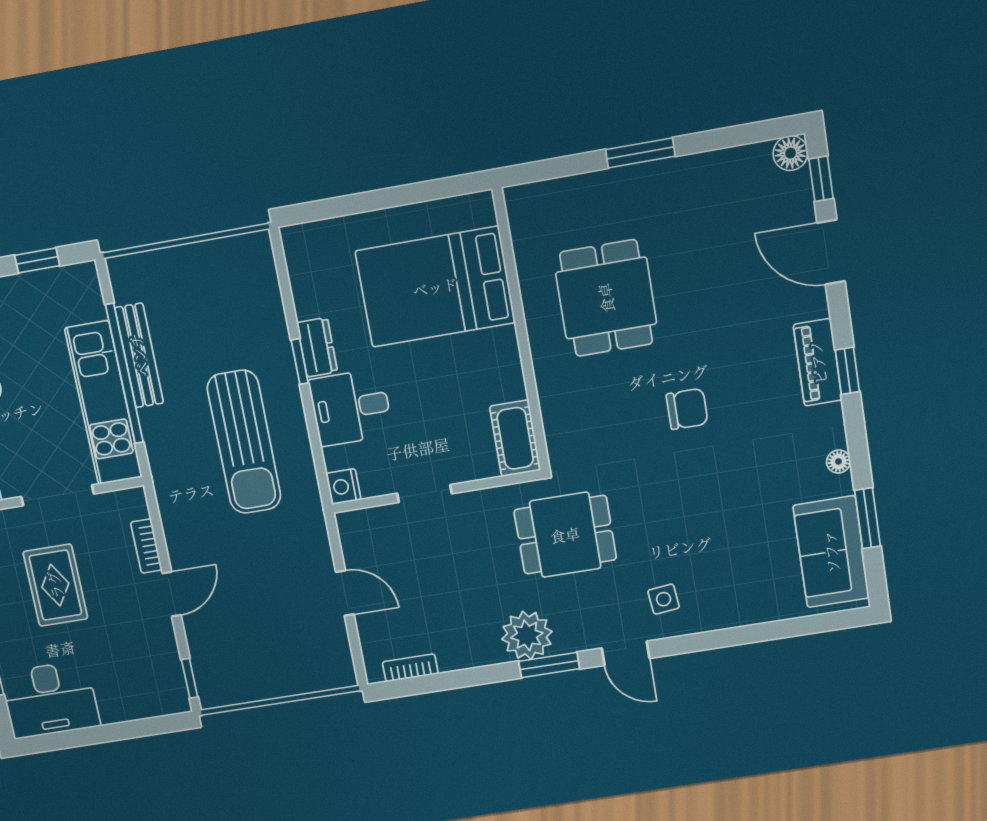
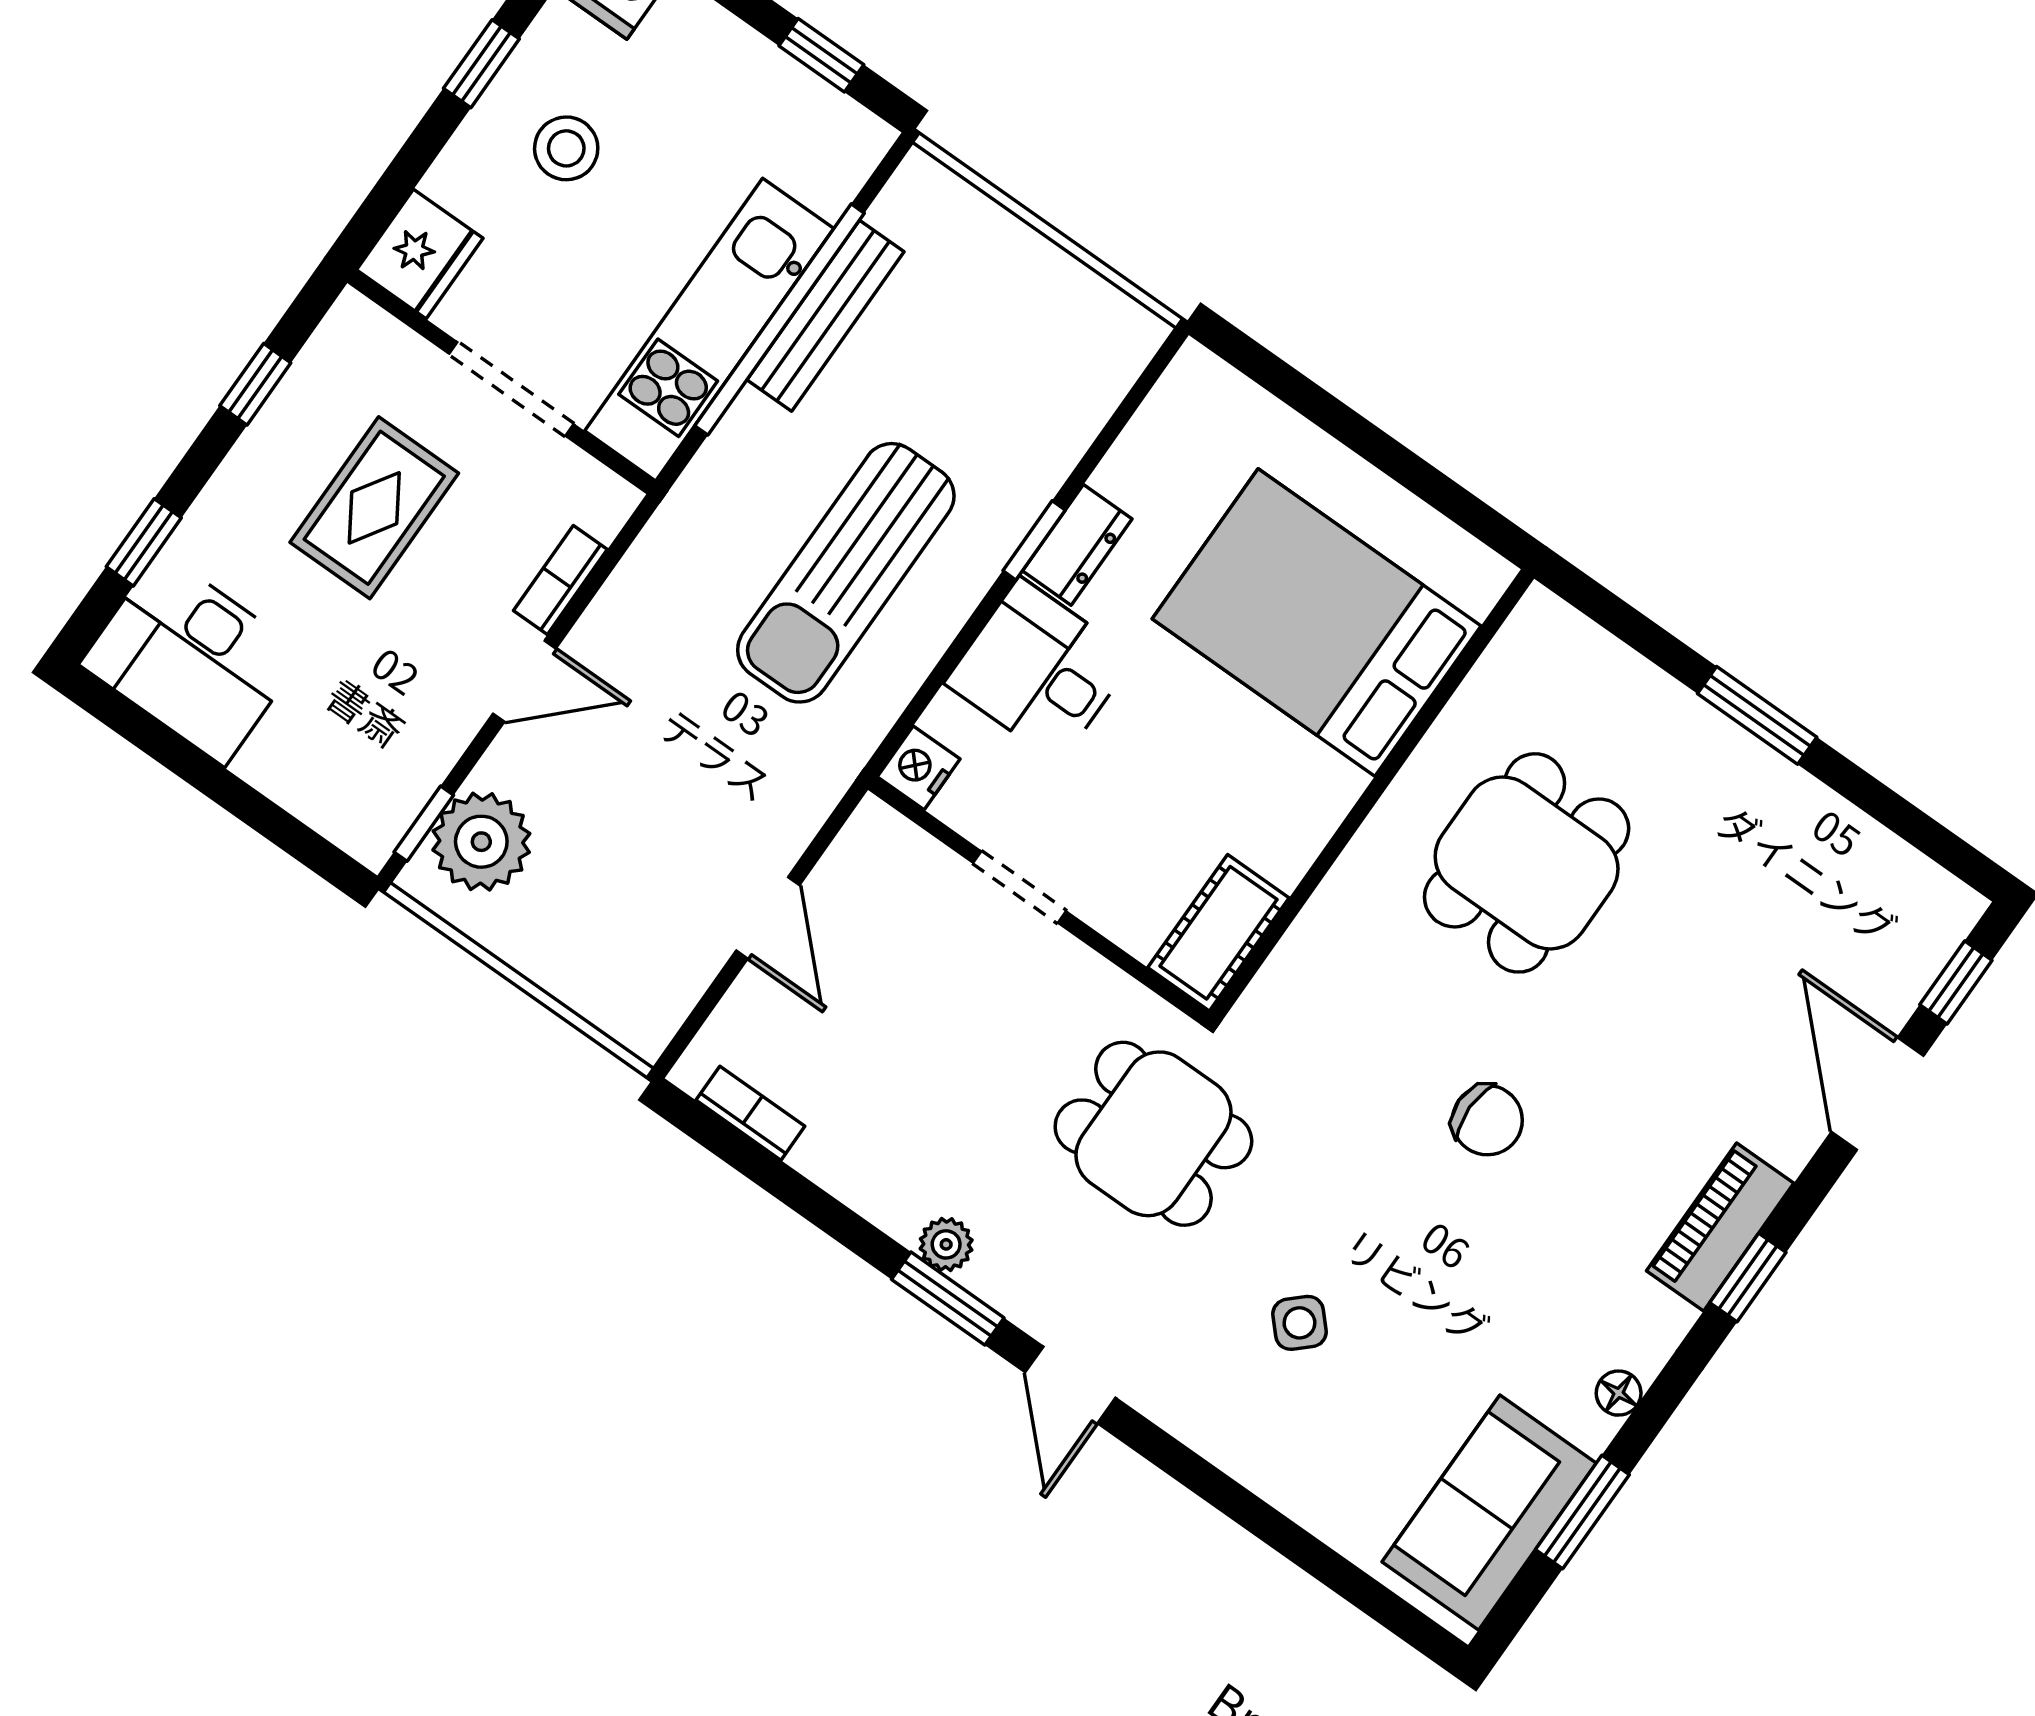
floor lamp: (791, 153) -> (1949, 909), removed
side table: (664, 599) -> (1300, 1323), moved, turned -37
plant: (527, 635) -> (946, 1244), width x0.53, depth x0.53
plant: (216, 665) -> (481, 842), added

